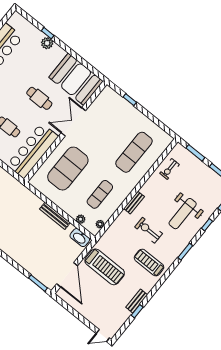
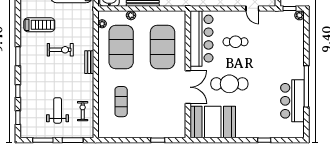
plant: (47, 43) -> (258, 132), removed
cafe table: (39, 98) -> (229, 84), width x1.37, depth x1.35
exercise mat: (134, 152) -> (121, 102), width x0.73, depth x0.69
exercise mat: (100, 194) -> (121, 47), width x2.00, depth x1.45
weight bench: (183, 214) -> (58, 110), moved, width x0.73, depth x0.75
plant: (81, 219) -> (131, 15), moved

